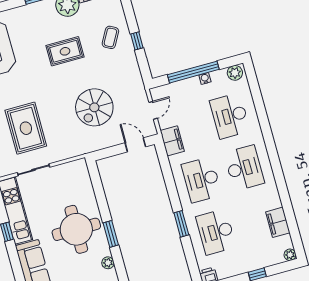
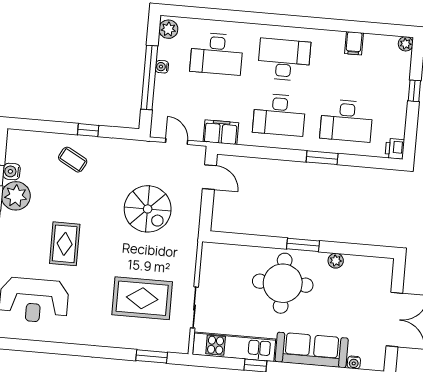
rug: (65, 51) -> (65, 244), moved
door: (135, 145) -> (209, 177), swing flipped
filing cabinet: (278, 222) -> (354, 43), width x0.50

